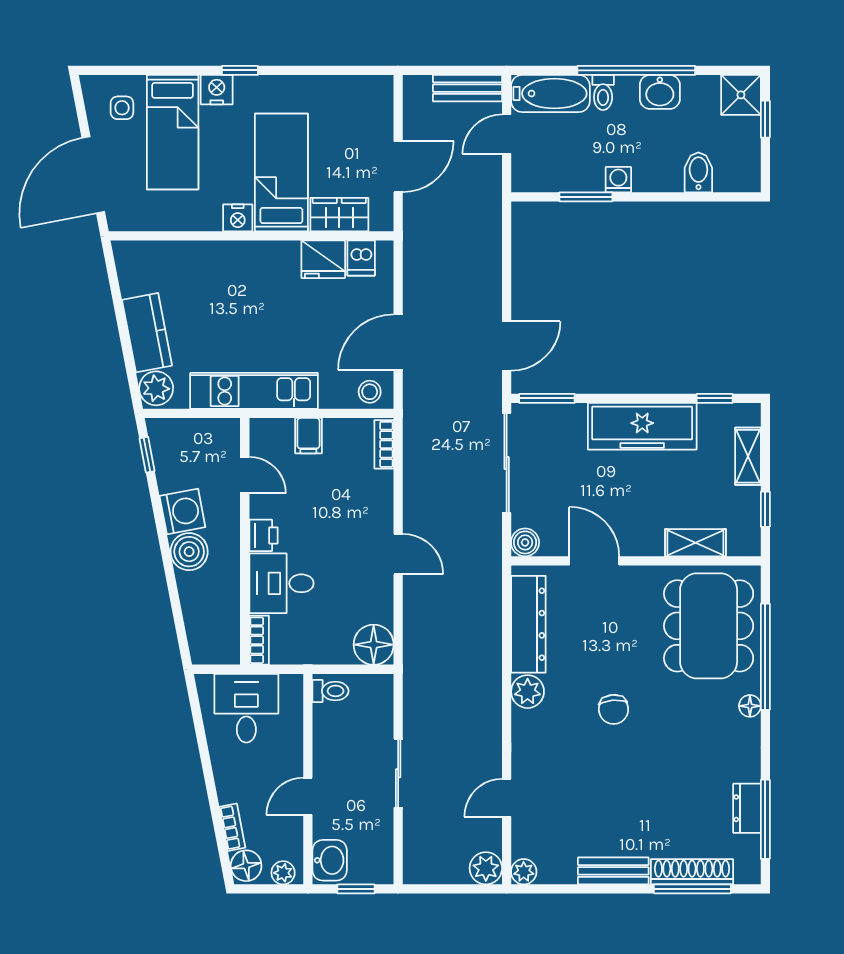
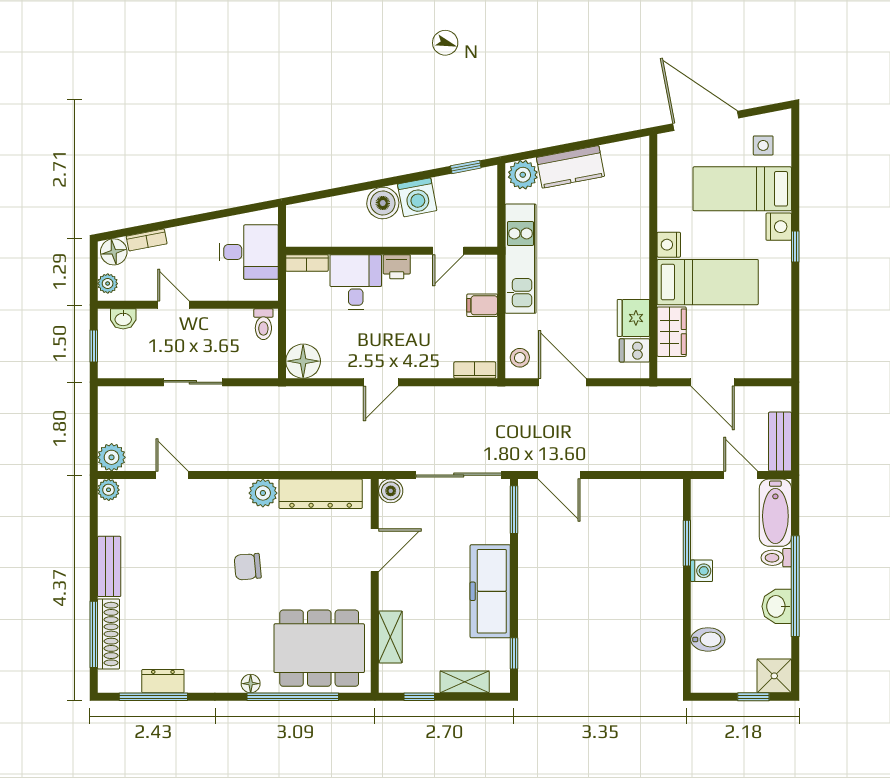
washbasin: (330, 860) -> (123, 319), width x0.72, depth x0.69

